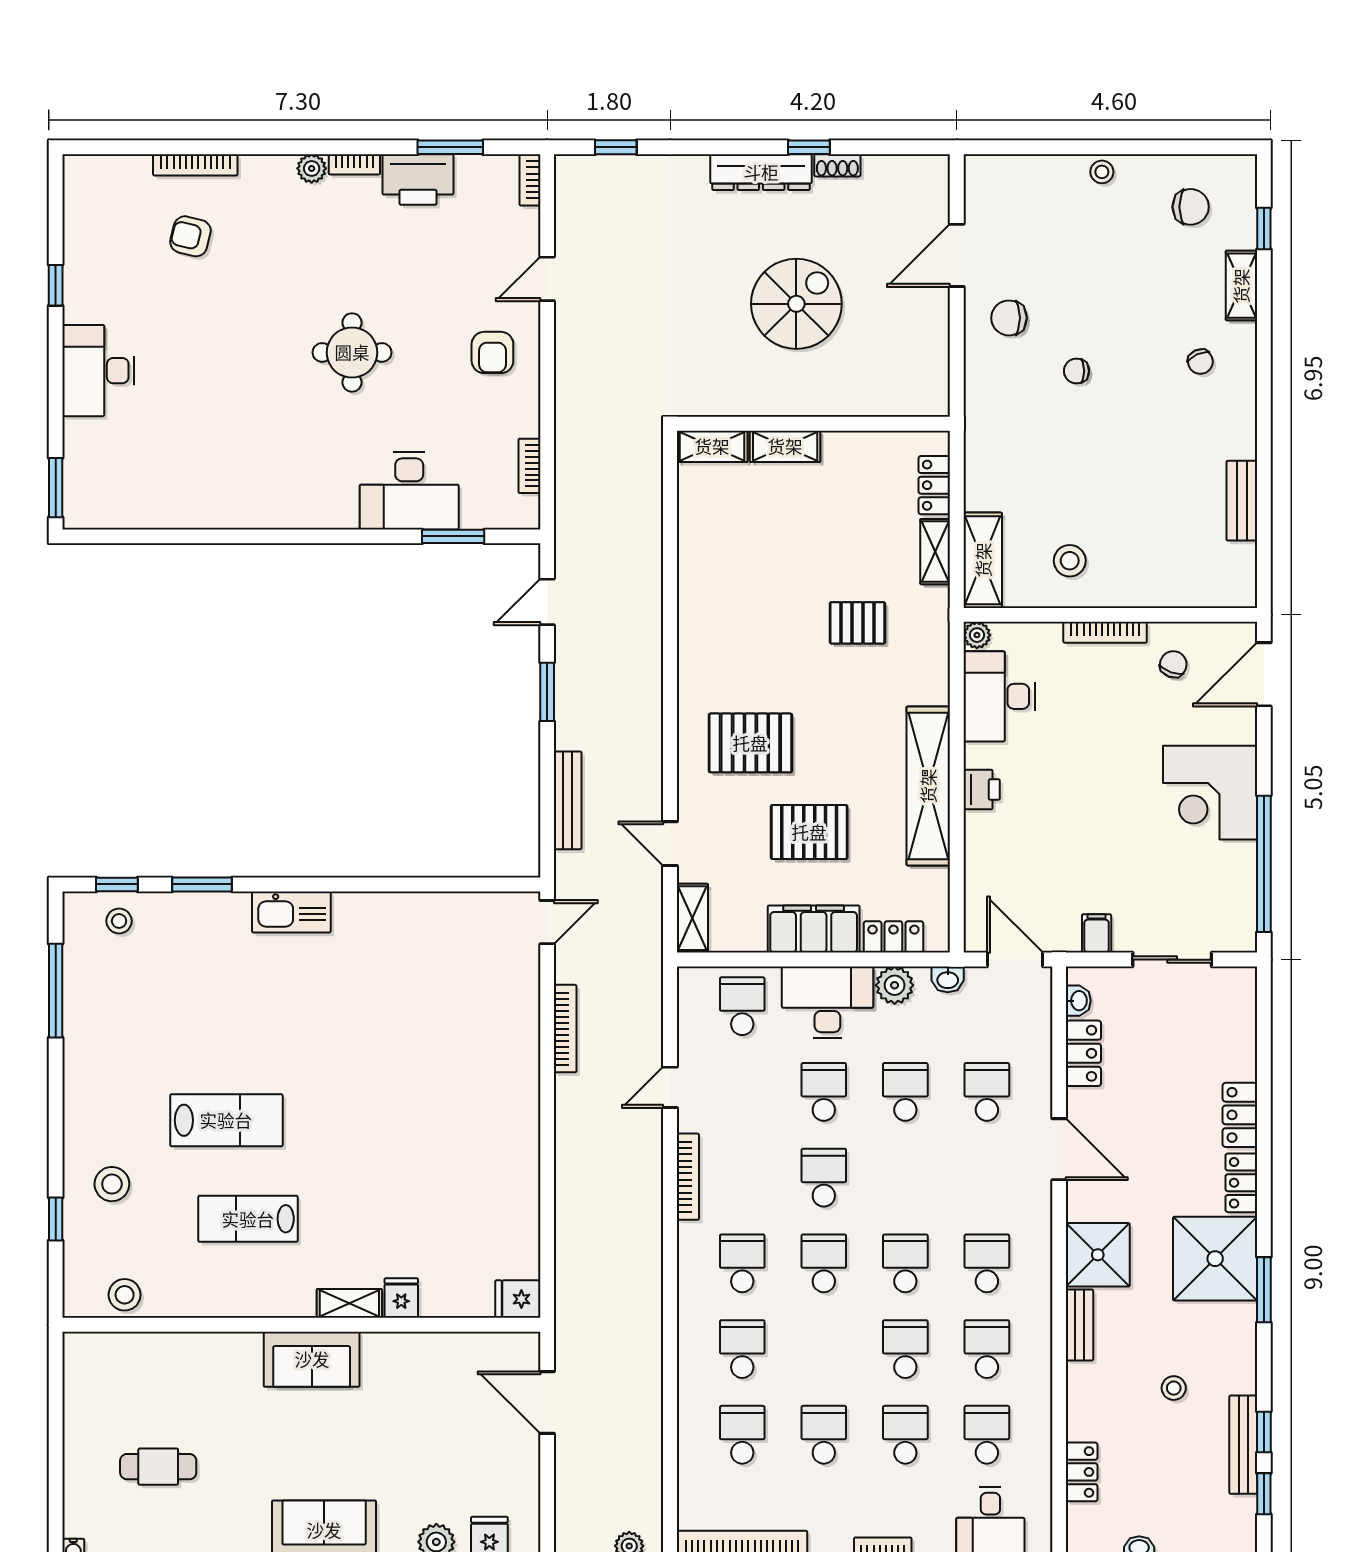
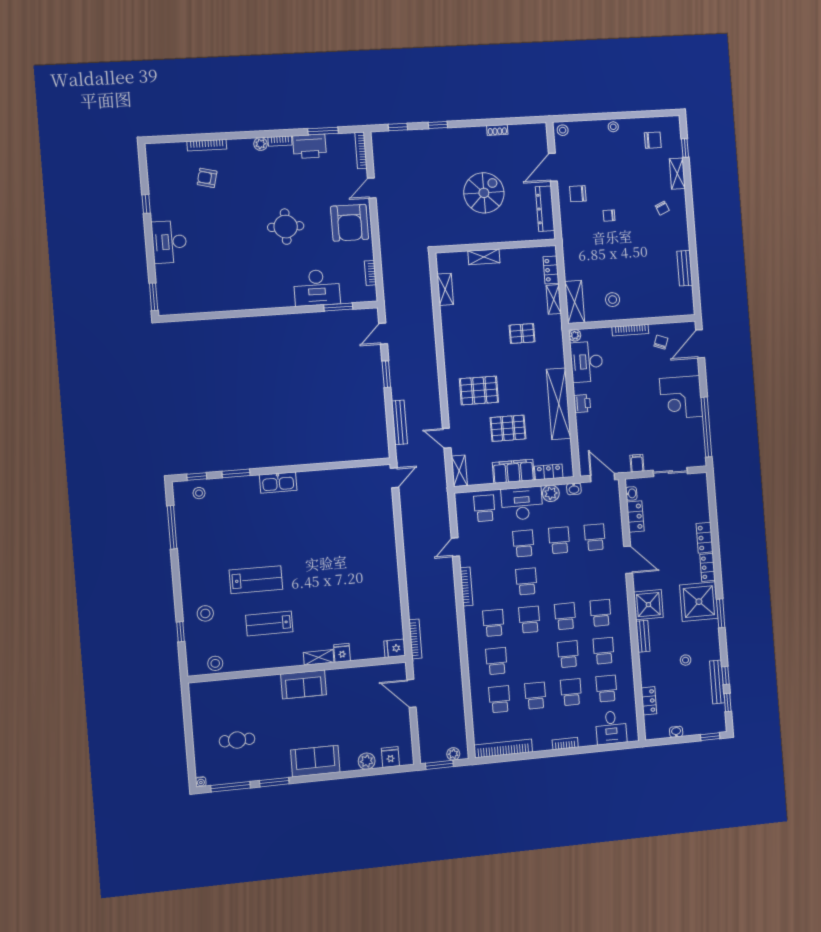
window: (809, 147) -> (438, 125), moved
dresser: (761, 172) -> (545, 209), moved, turned 90
stool: (985, 174) -> (563, 130), added
bookcase: (530, 180) -> (361, 150), width x1.56
armchair: (492, 352) -> (350, 223), width x1.88, depth x1.88
shelving: (712, 446) -> (445, 289), moved, turned 90
bookcase: (565, 1029) -> (415, 639), moved

